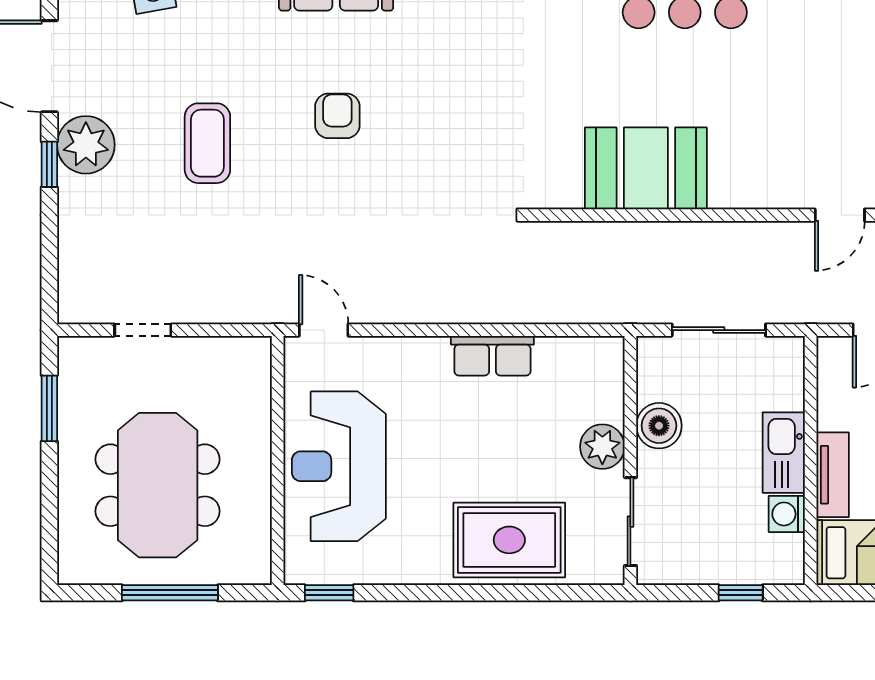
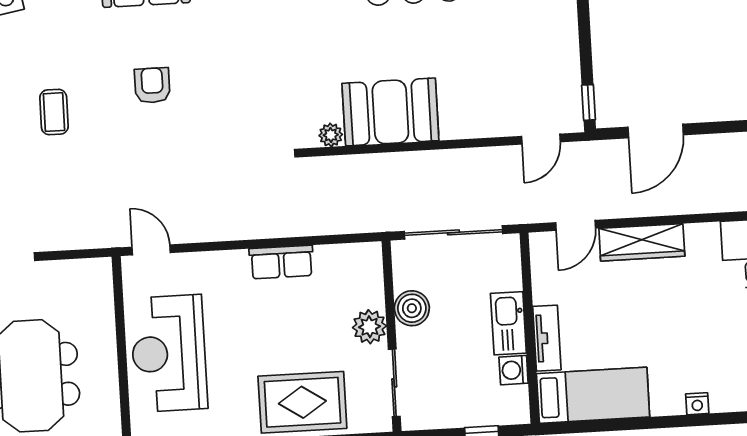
coffee table: (207, 143) -> (54, 112), width x0.73, depth x0.77
plant: (566, 194) -> (331, 135), added
sliding door: (719, 330) -> (453, 232), width x1.37

